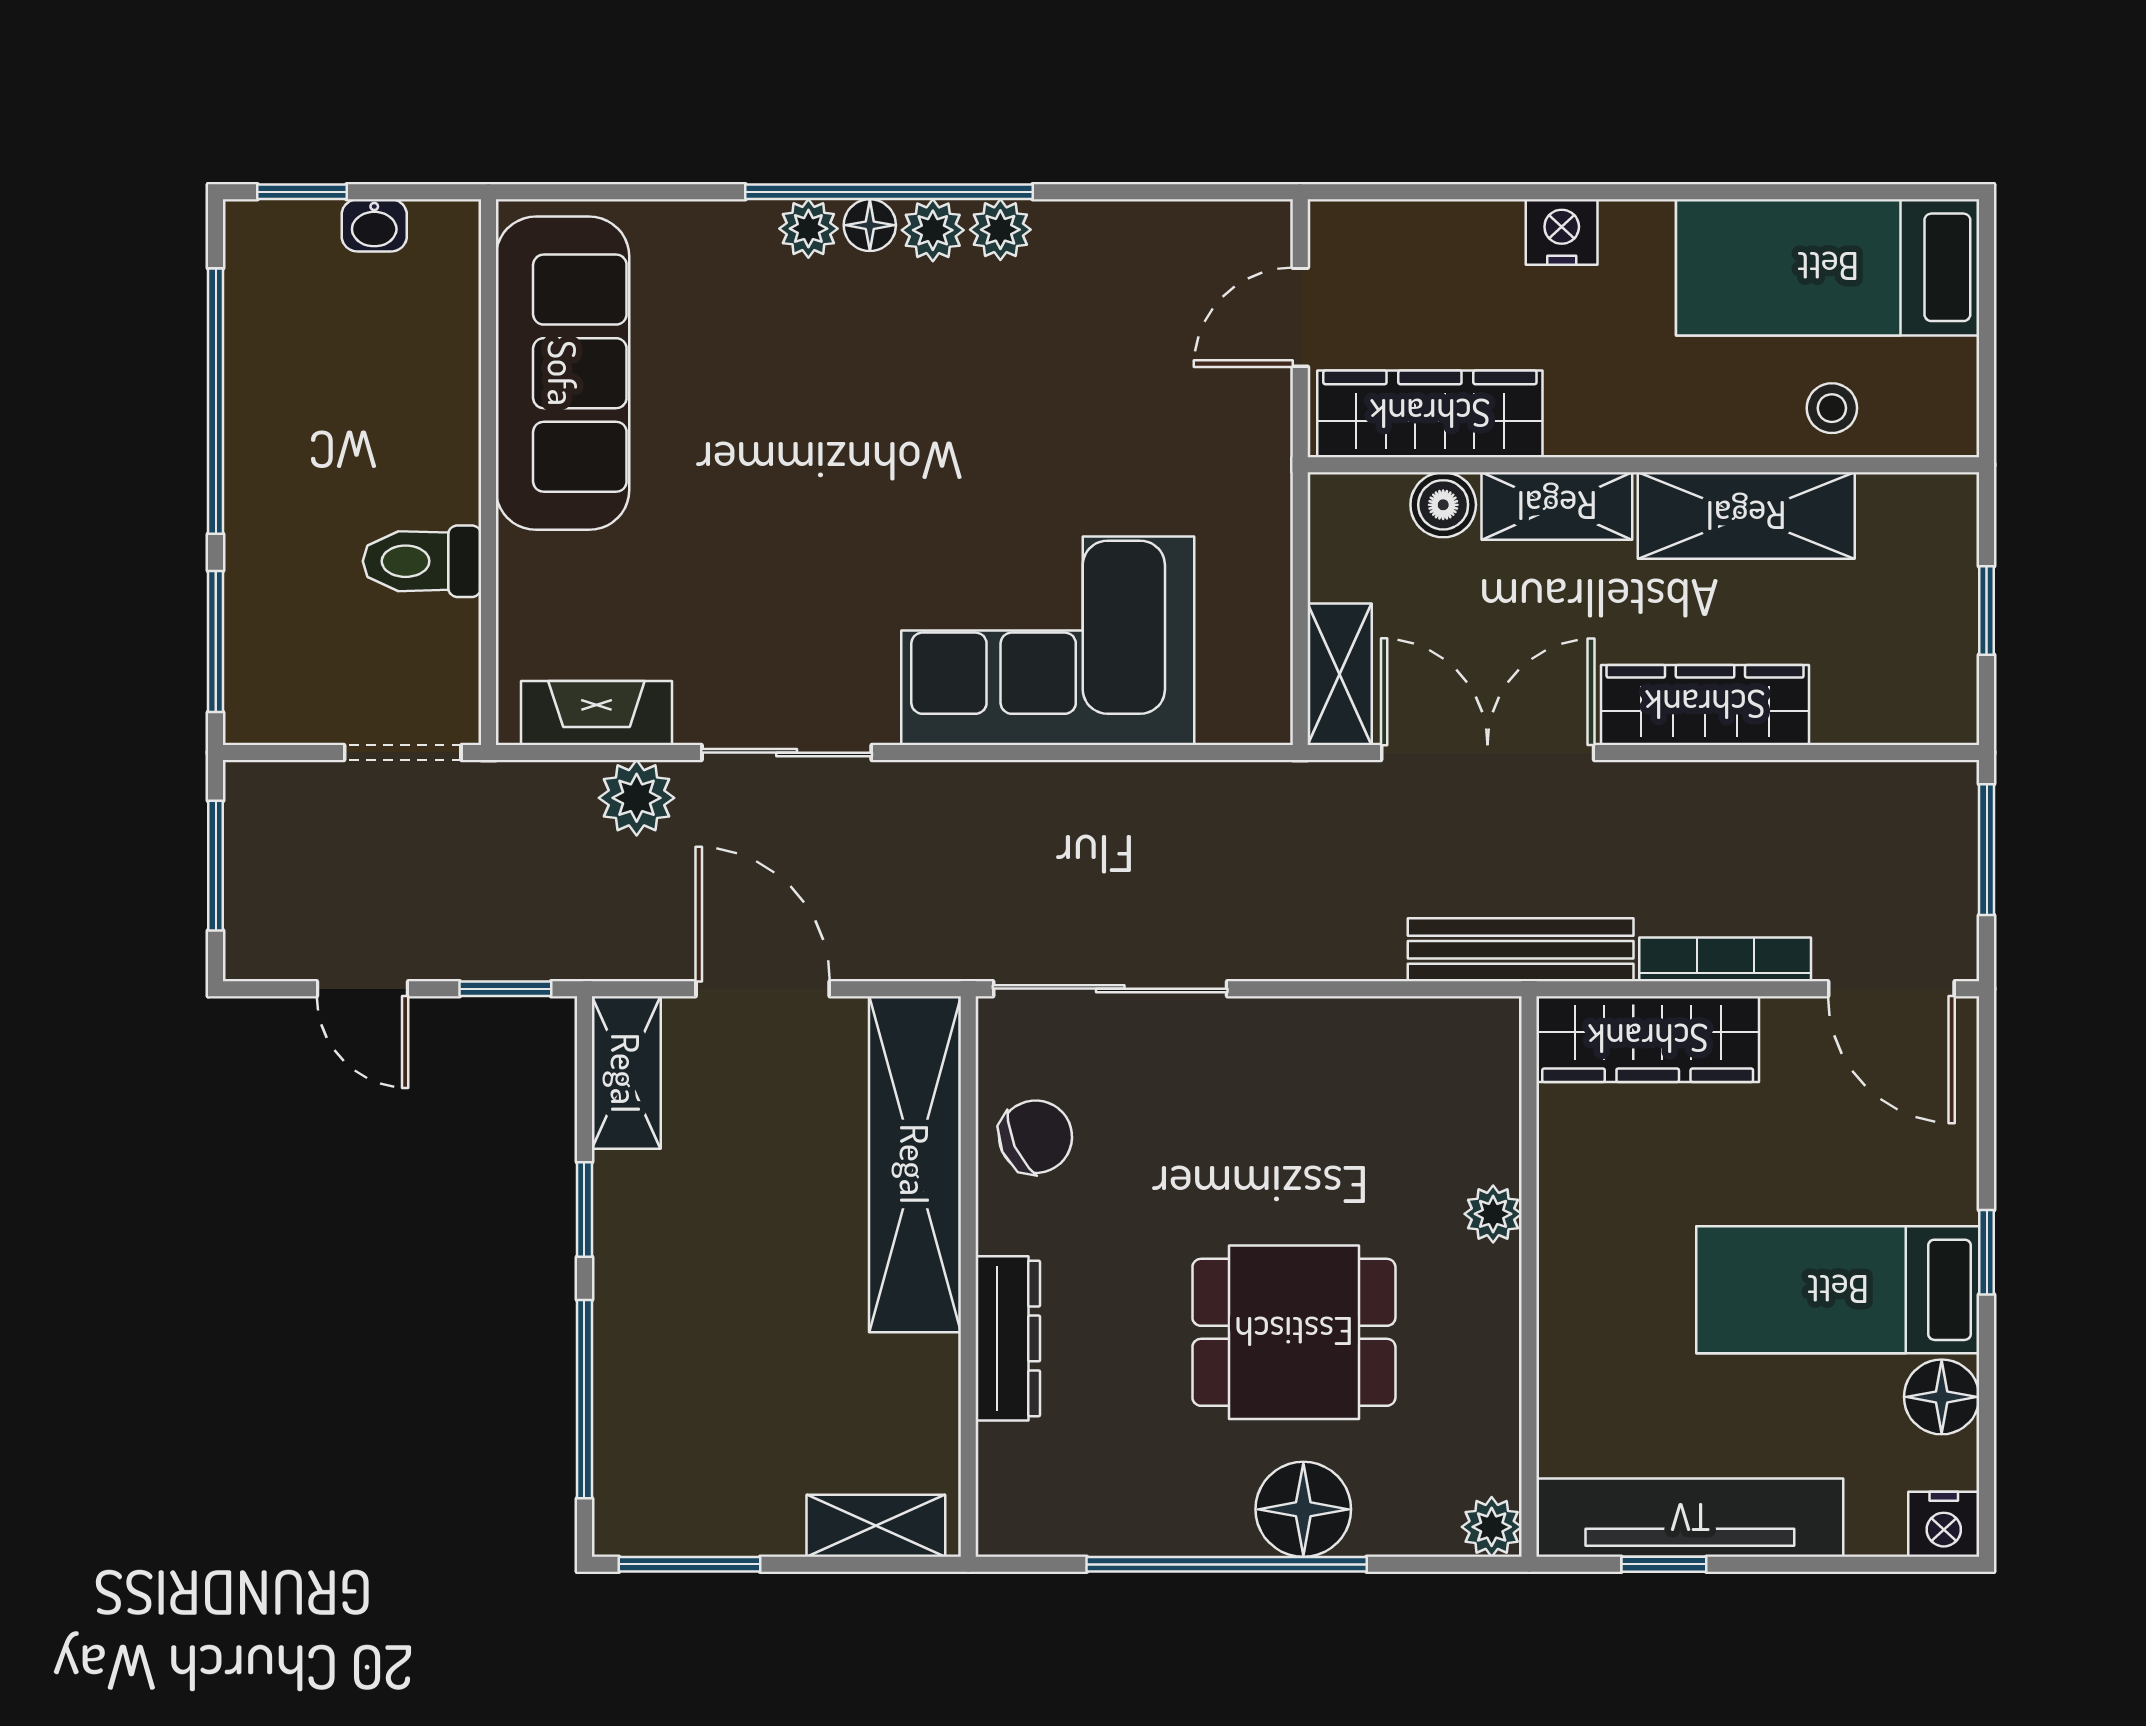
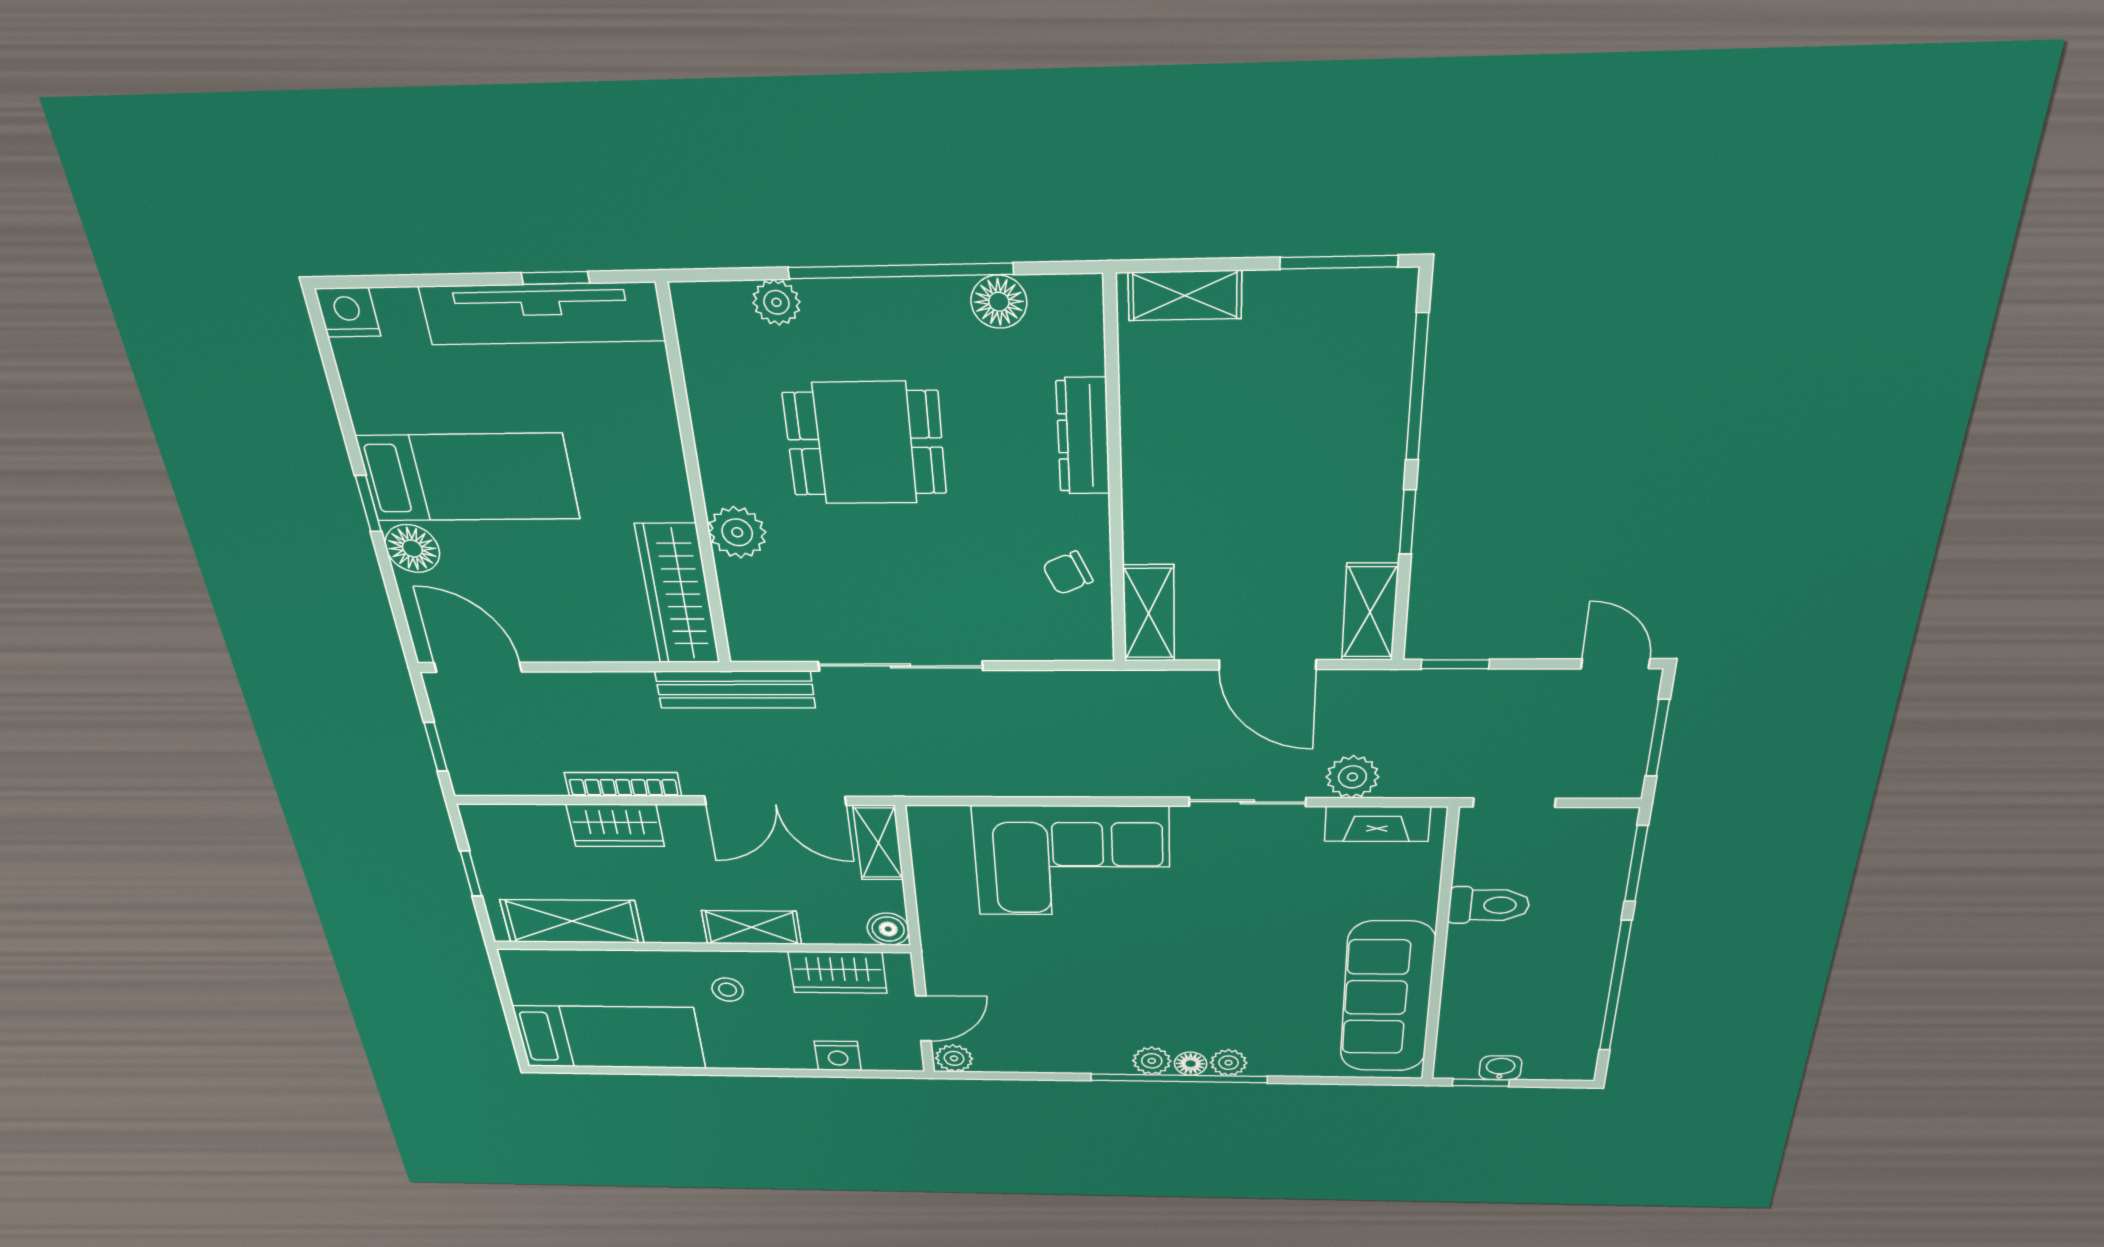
window: (302, 192) -> (1481, 1083), moved
plant: (1000, 230) -> (954, 1058), moved
nightstand: (1562, 232) -> (838, 1056), moved
stool: (1832, 408) -> (728, 990), moved
wardrobe: (1430, 414) -> (838, 972), width x0.67
boiler: (1443, 505) -> (888, 929), moved
shelving: (1746, 516) -> (572, 921), moved
wardrobe: (1705, 705) -> (616, 826), width x0.67
window: (1987, 850) -> (436, 747), width x0.67
bookcase: (1725, 959) -> (623, 784), moved, turned 180
door: (363, 989) -> (1615, 664), moved
sliding door: (1110, 989) -> (900, 666), moved
wardrobe: (1648, 1039) -> (678, 594), moved, turned -90
chair: (1036, 1137) -> (1068, 573), width x0.73, depth x0.73
shelving: (915, 1164) -> (1149, 613), width x0.45, depth x0.75
plant: (1493, 1214) -> (737, 532), width x1.38, depth x1.38
floor lamp: (1942, 1397) -> (412, 548), moved
floor lamp: (1303, 1509) -> (999, 302), moved, width x0.73, depth x0.73
plant: (1492, 1527) -> (776, 302), moved

